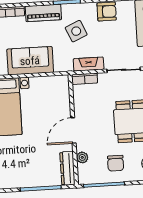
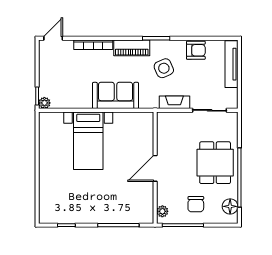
bookcase: (85, 79) -> (169, 117), removed
plant: (82, 157) -> (162, 211), moved
dresser: (67, 168) -> (147, 206), removed

